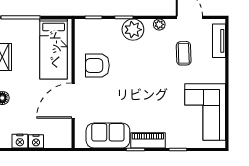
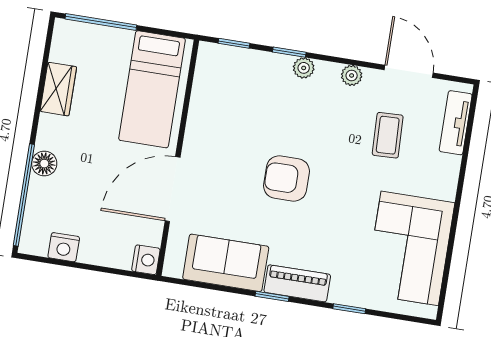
plant: (133, 30) -> (304, 68), width x0.53, depth x0.53
armchair: (97, 65) -> (286, 178), moved
nightstand: (36, 141) -> (146, 260), moved, turned -90

